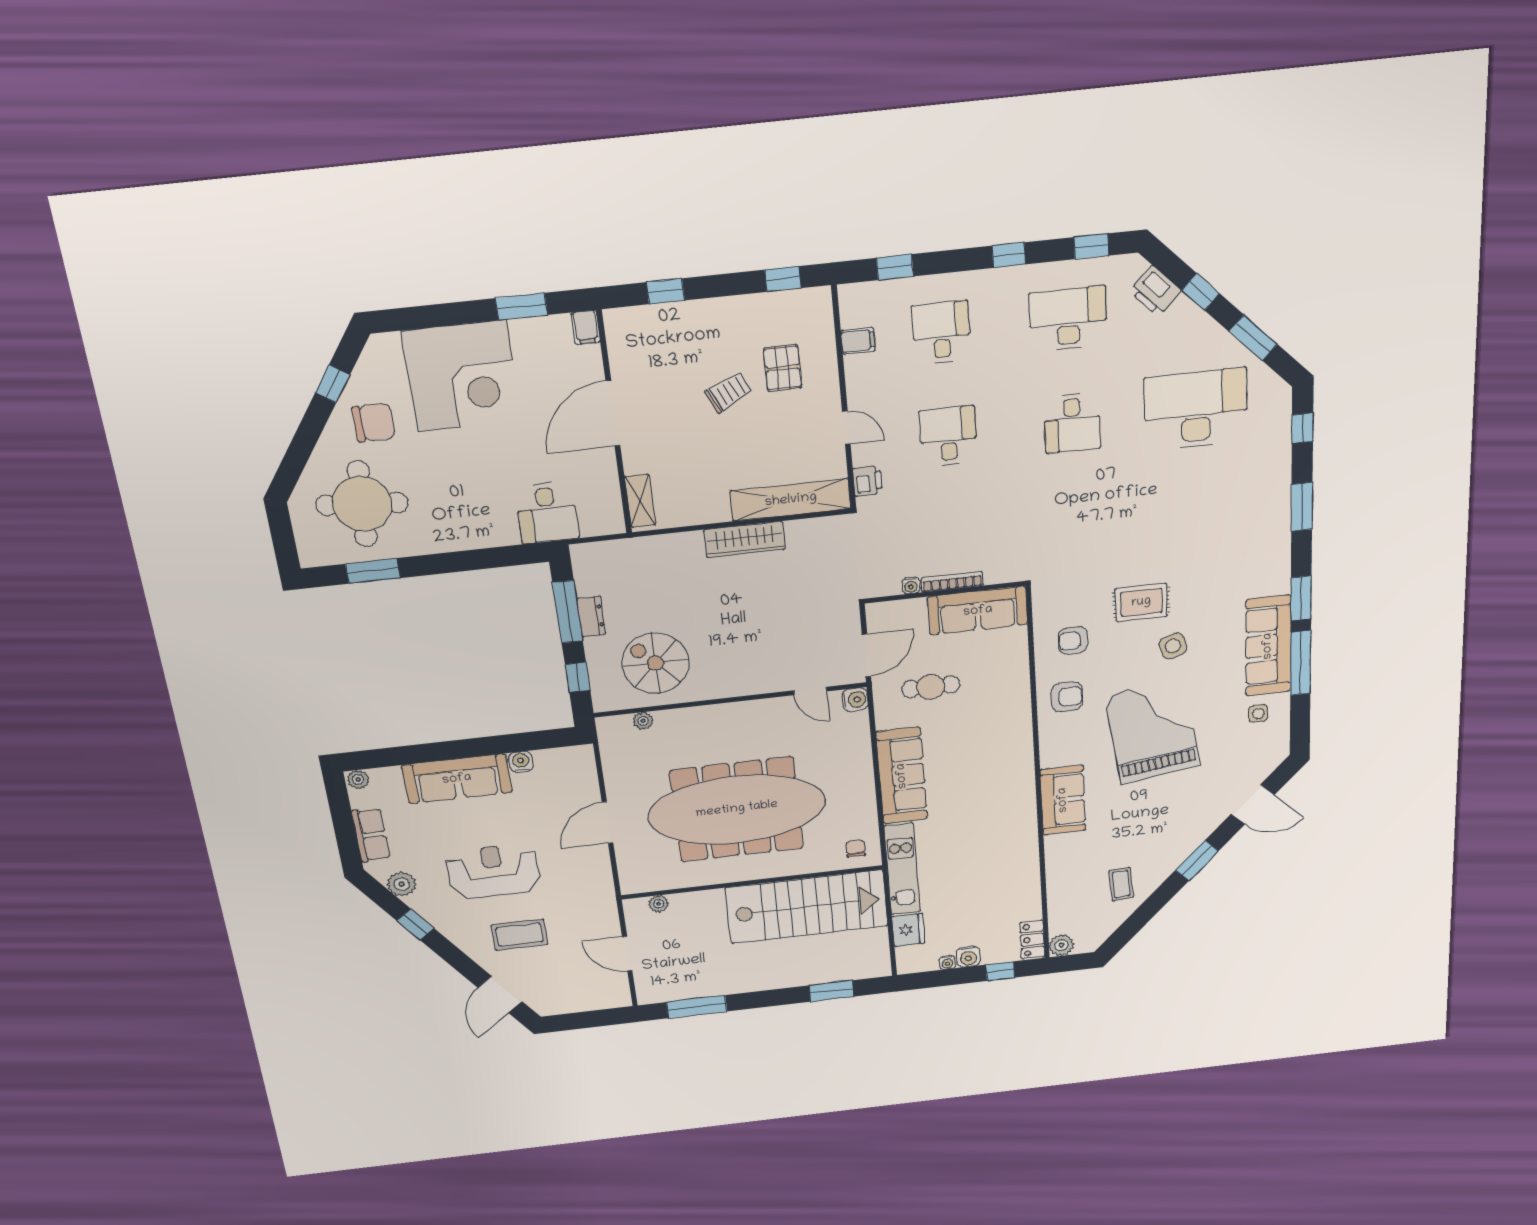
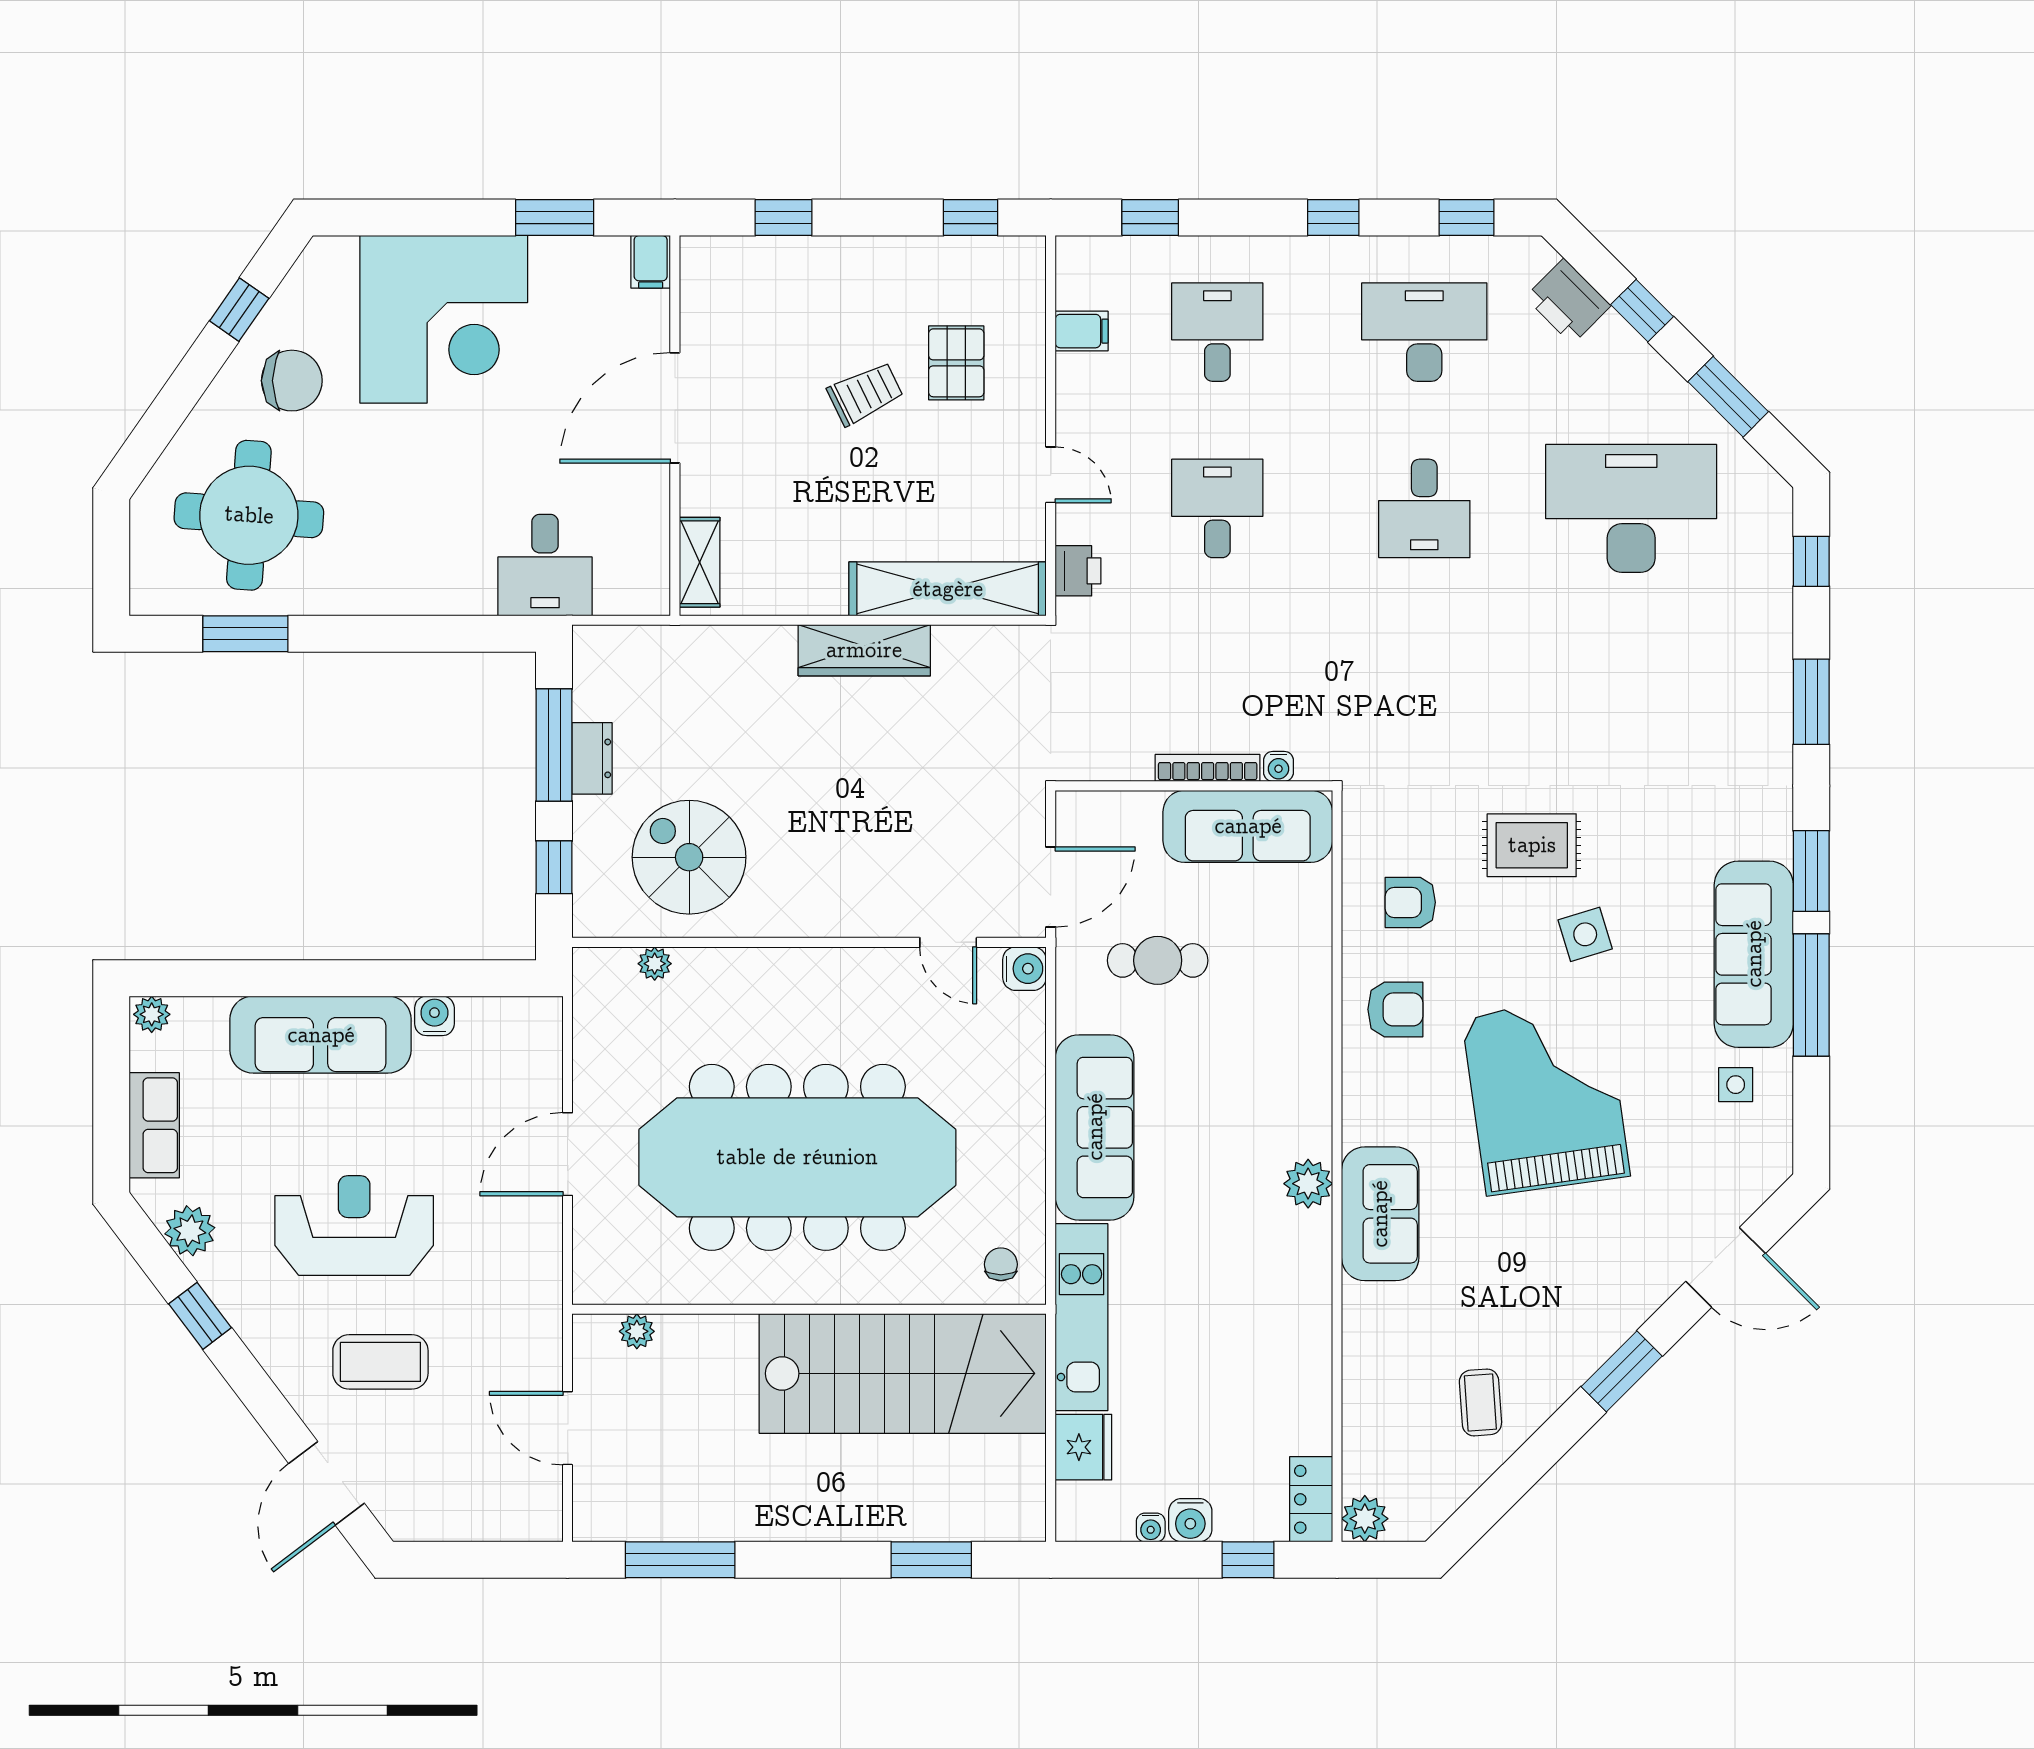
water cooler: (911, 585) -> (1278, 766), moved
plant: (1022, 790) -> (1308, 1184), added

